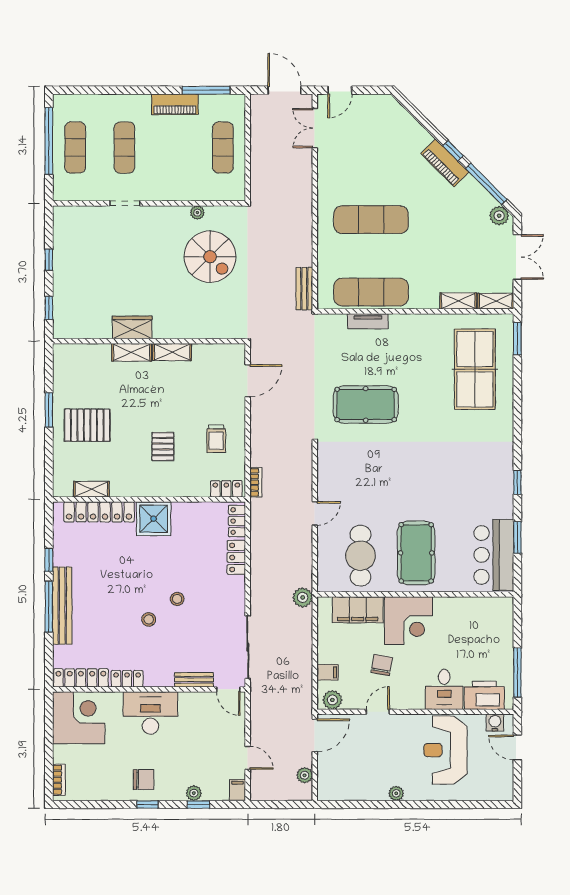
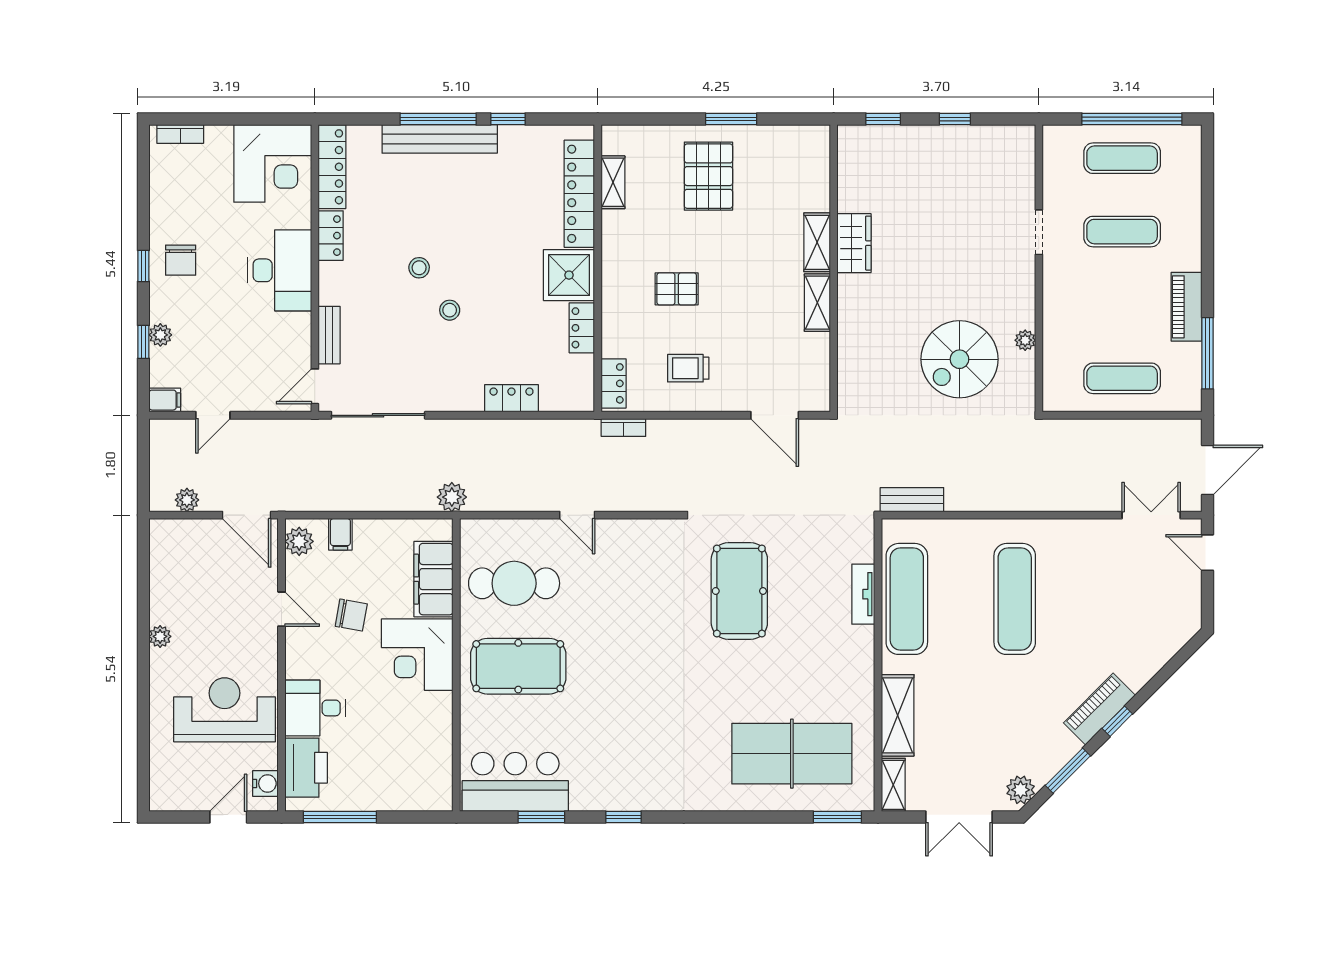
window: (486, 184) -> (1068, 771), width x0.69
shelving: (458, 301) -> (898, 715), width x1.50, depth x1.33
locker: (237, 521) -> (582, 328), moved, turned -90

